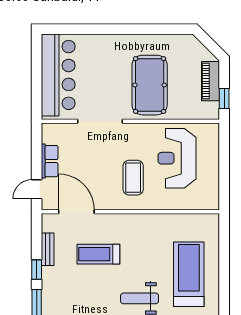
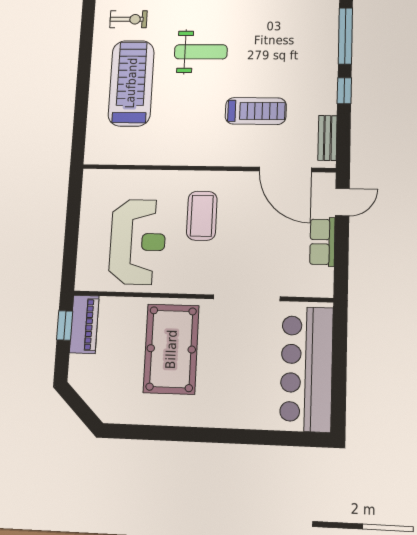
piano: (210, 81) -> (84, 324), moved
bench: (48, 249) -> (328, 138), moved
treadmill: (189, 274) -> (131, 83), turned 180

